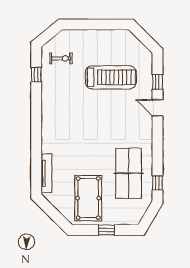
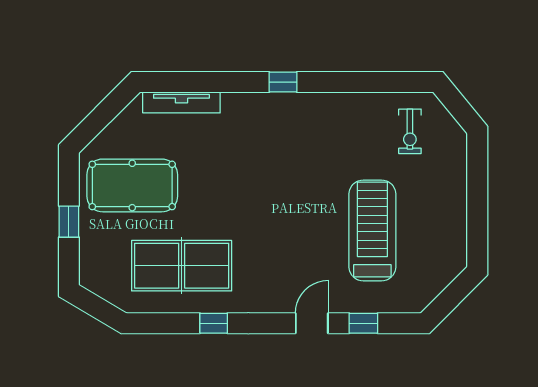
window: (36, 75) -> (283, 82), moved
treadmill: (111, 77) -> (372, 230), turned 180
window: (157, 183) -> (214, 323), moved

